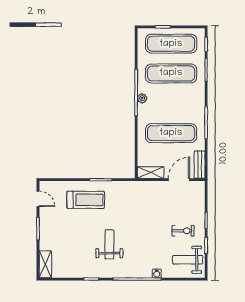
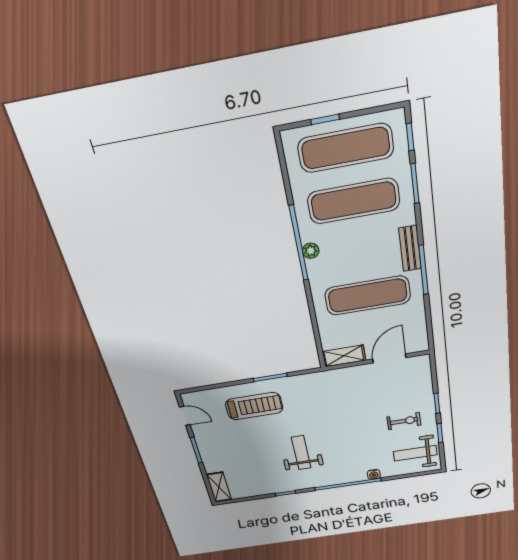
bench: (200, 165) -> (410, 248), moved

